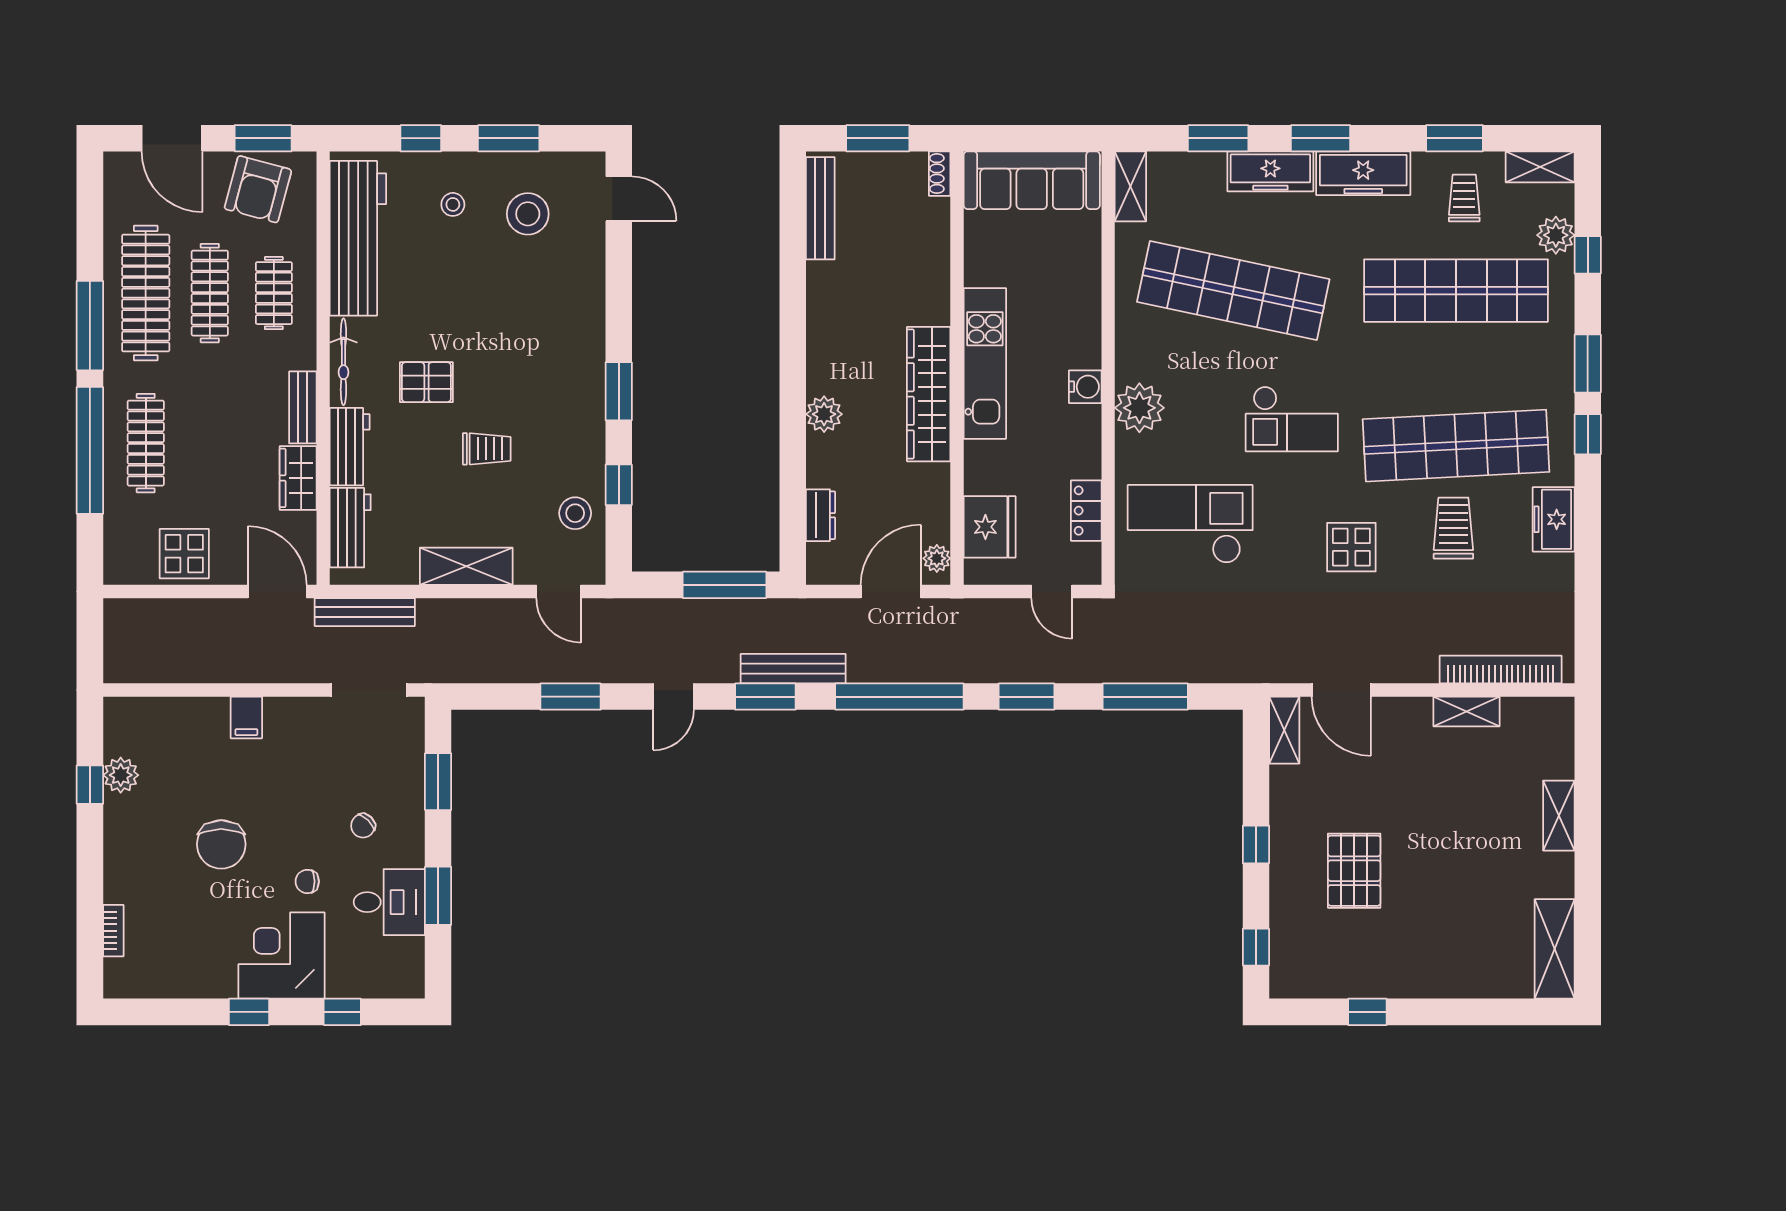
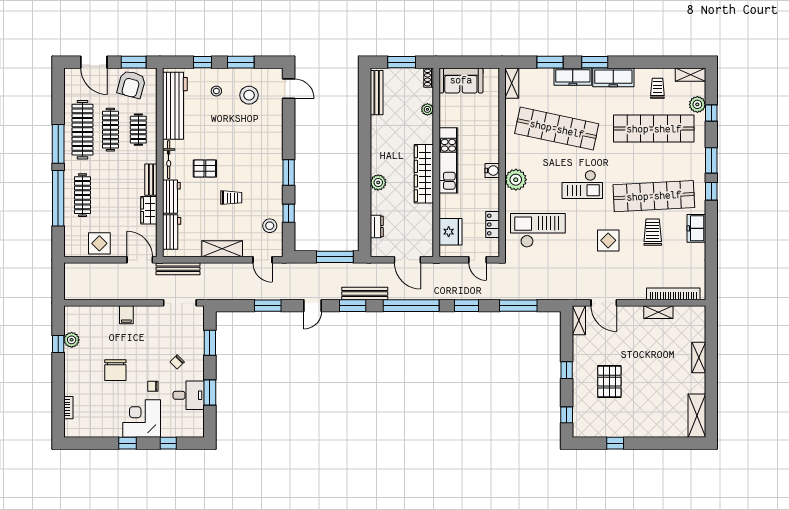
window: (1454, 138) -> (653, 62), removed
sofa: (1032, 180) -> (461, 80), width x0.73
plant: (937, 558) -> (427, 109), moved
door: (891, 591) -> (407, 260), swing flipped

